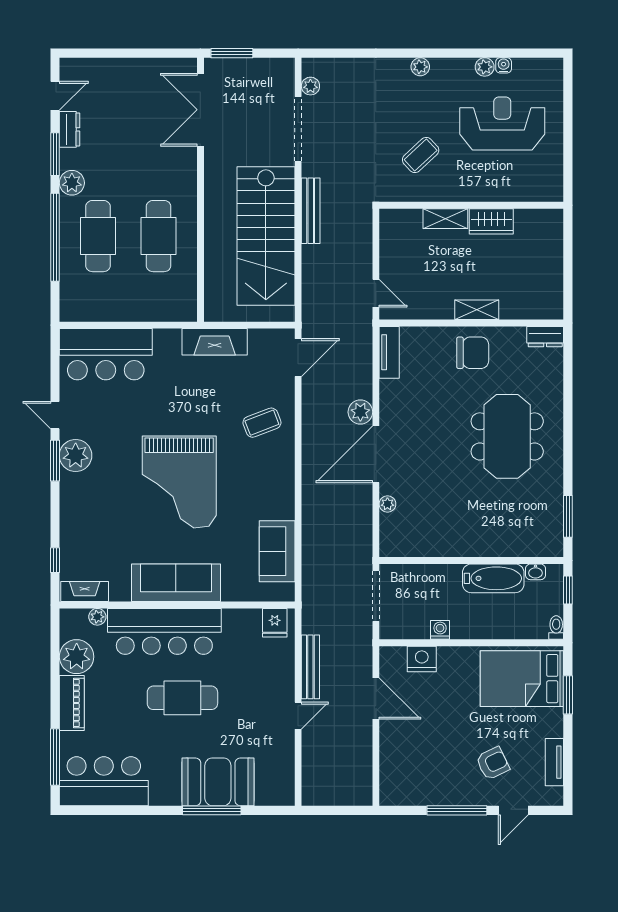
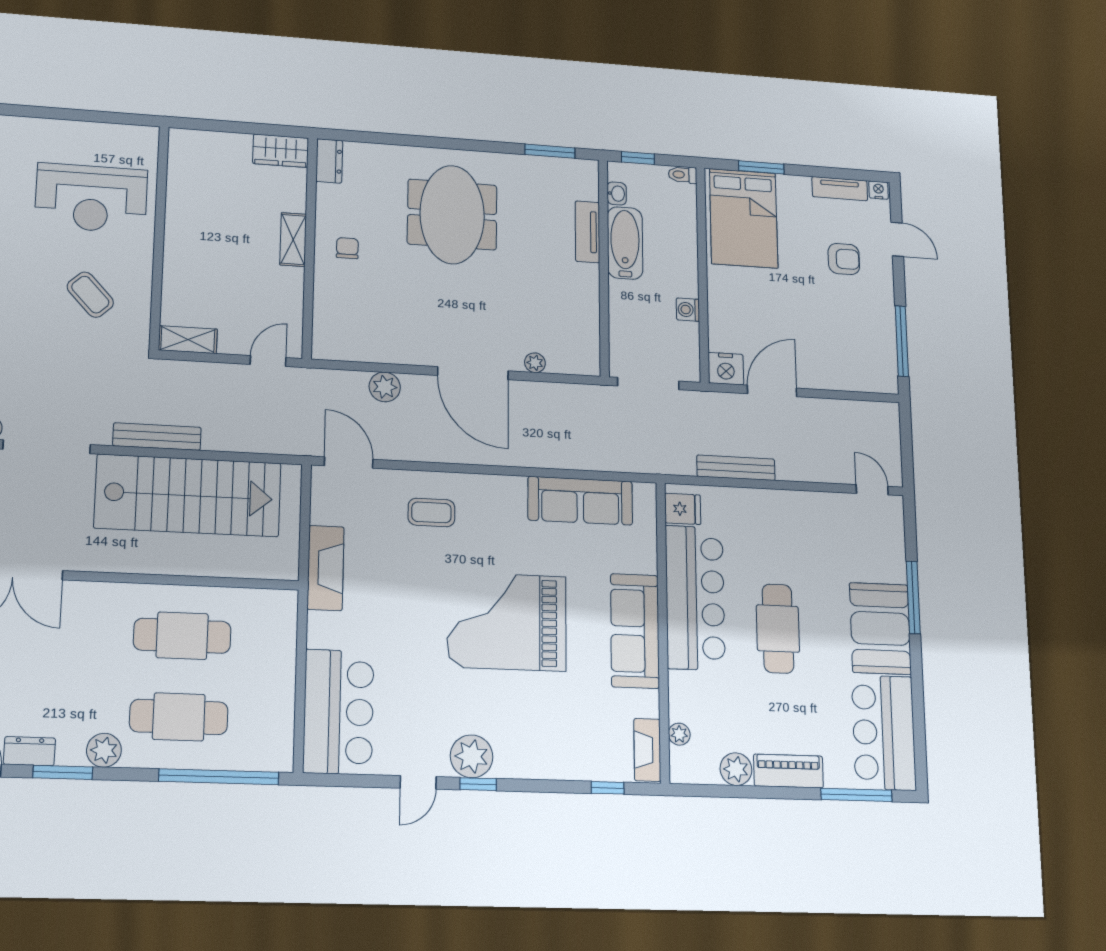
reception desk: (502, 124) -> (91, 198), moved, turned -90
shelving: (445, 219) -> (188, 340), moved, turned 90
wardrobe: (491, 221) -> (281, 151), moved, turned 90
window: (55, 237) -> (219, 777), moved
tv unit: (389, 352) -> (587, 232), moved, turned -90
chair: (473, 353) -> (347, 248), width x0.54, depth x0.54
plant: (360, 412) -> (385, 387), moved
coffee table: (262, 423) -> (431, 512), turned -69
meeting table: (507, 436) -> (452, 215), turned 90
window: (55, 461) -> (478, 784), width x0.67
grand piano: (179, 482) -> (507, 622), turned 180
sofa: (277, 551) -> (580, 501), width x1.36
bar counter: (164, 631) -> (695, 598), moved
plant: (77, 657) -> (736, 769), width x0.73, depth x0.73
nightstand: (422, 659) -> (726, 369), moved, turned -90
door: (298, 716) -> (872, 490), moved
armchair: (493, 763) -> (844, 259), turned 116
booth: (218, 782) -> (880, 628), moved
nightstand: (556, 796) -> (879, 190), added
window: (457, 810) -> (902, 341), moved

